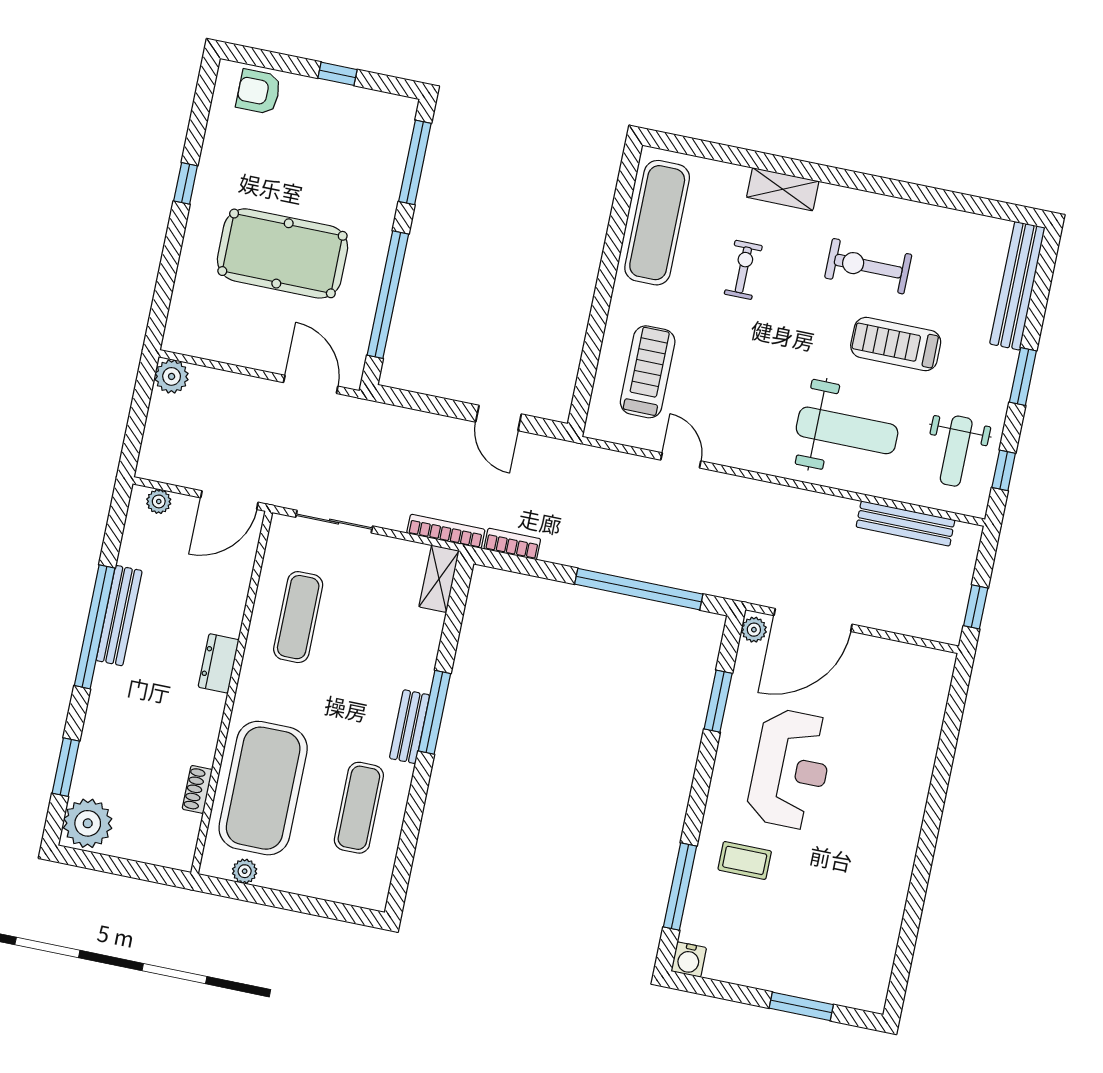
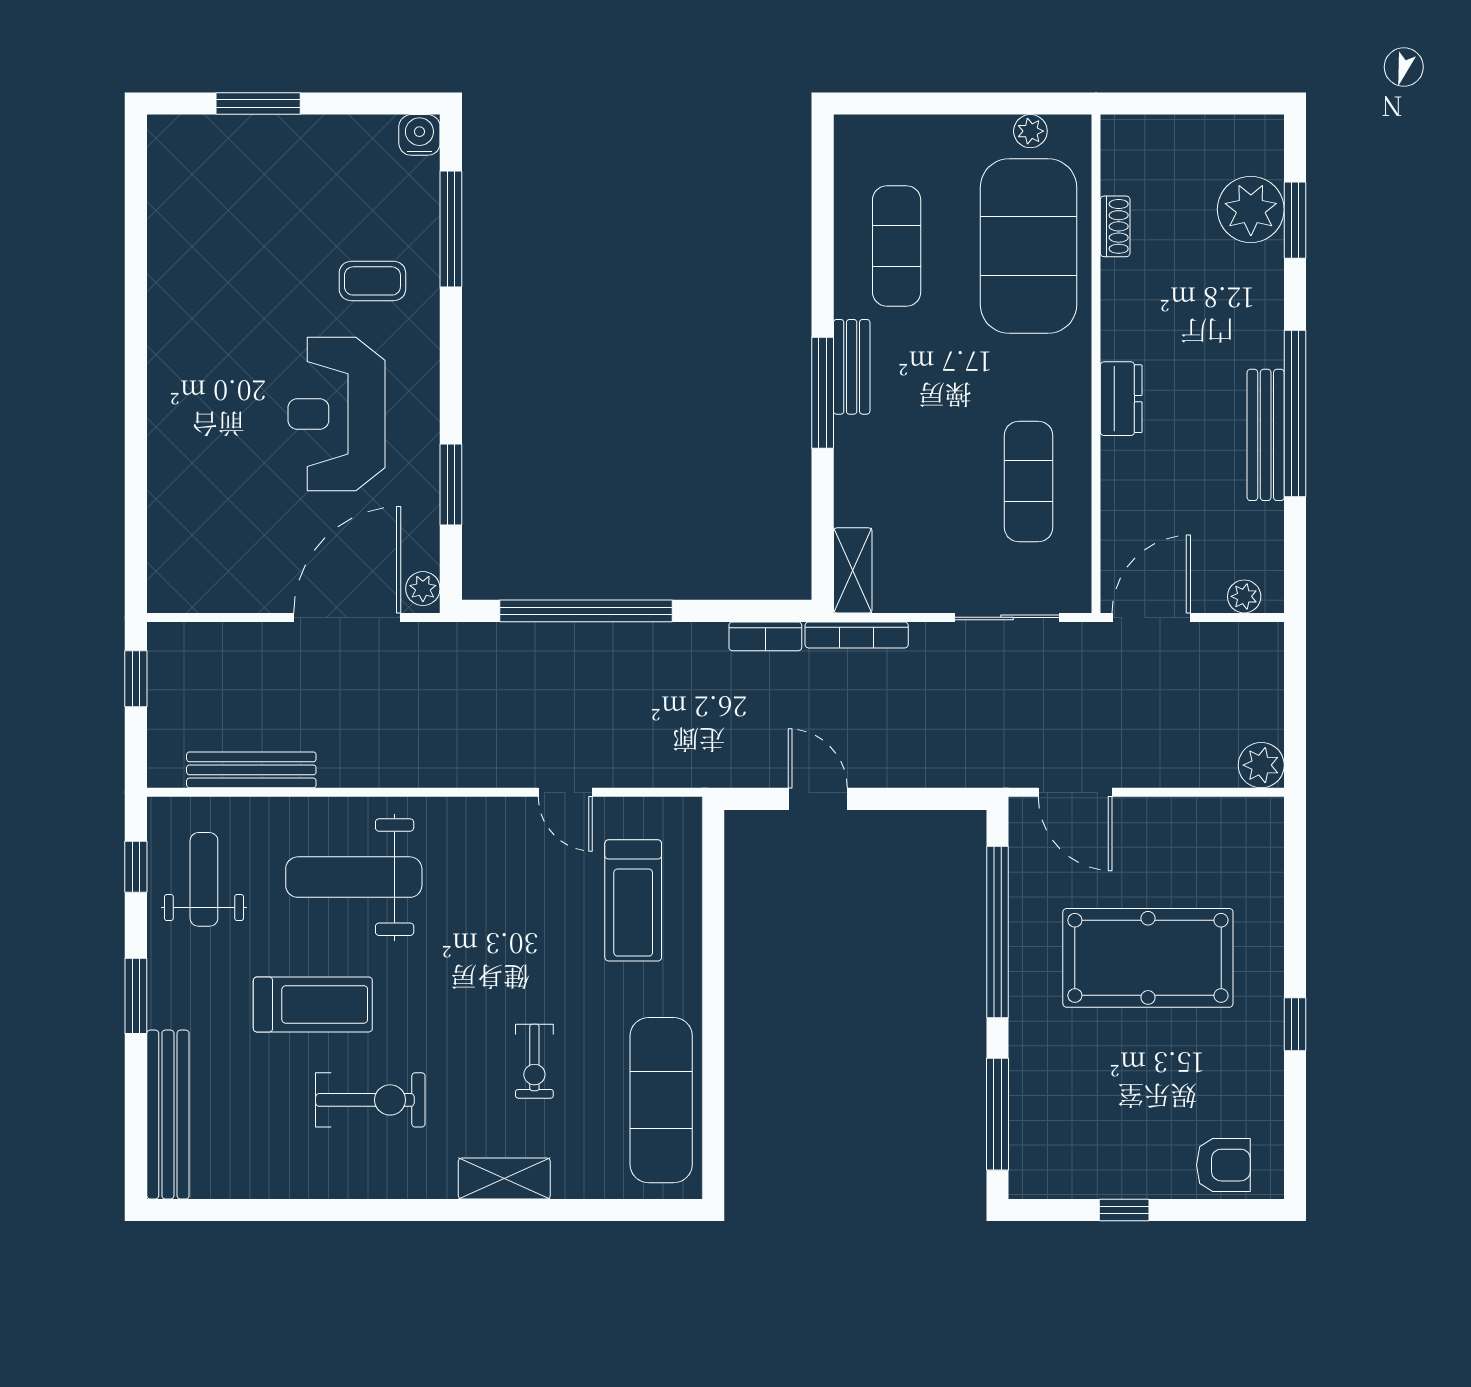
plant: (88, 823) -> (1251, 209), moved

